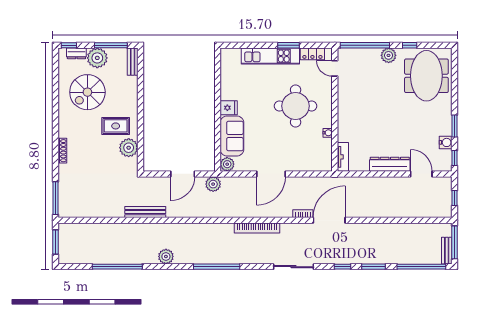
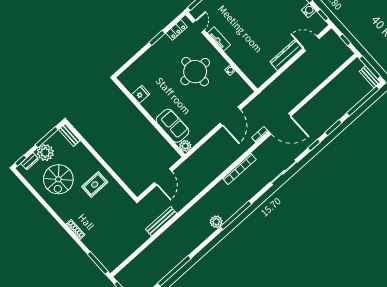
kitchen unit: (270, 56) -> (152, 55), removed
door: (335, 68) -> (199, 26), swing flipped
fridge: (229, 108) -> (141, 94), moved
plant: (129, 148) -> (115, 191), removed
tv unit: (343, 157) -> (219, 39), moved
door: (271, 174) -> (230, 116), moved
plant: (213, 184) -> (188, 166), removed
door: (329, 220) -> (280, 124), swing flipped
plant: (166, 256) -> (216, 222), moved

